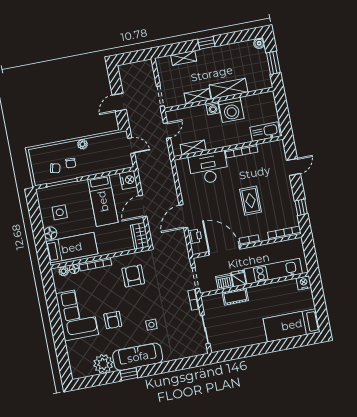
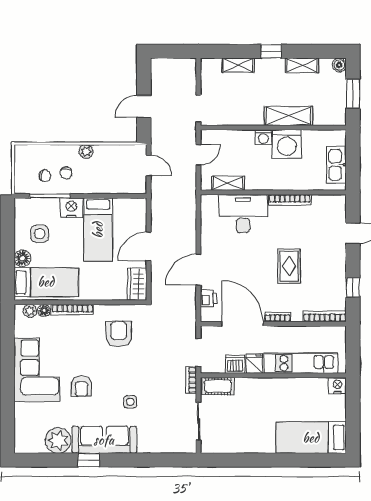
shelving: (198, 96) -> (302, 65), moved
kitchen sink: (265, 132) -> (336, 165), moved, turned -90
nightstand: (128, 180) -> (71, 208), moved, turned -90
cot: (235, 296) -> (218, 386), moved

